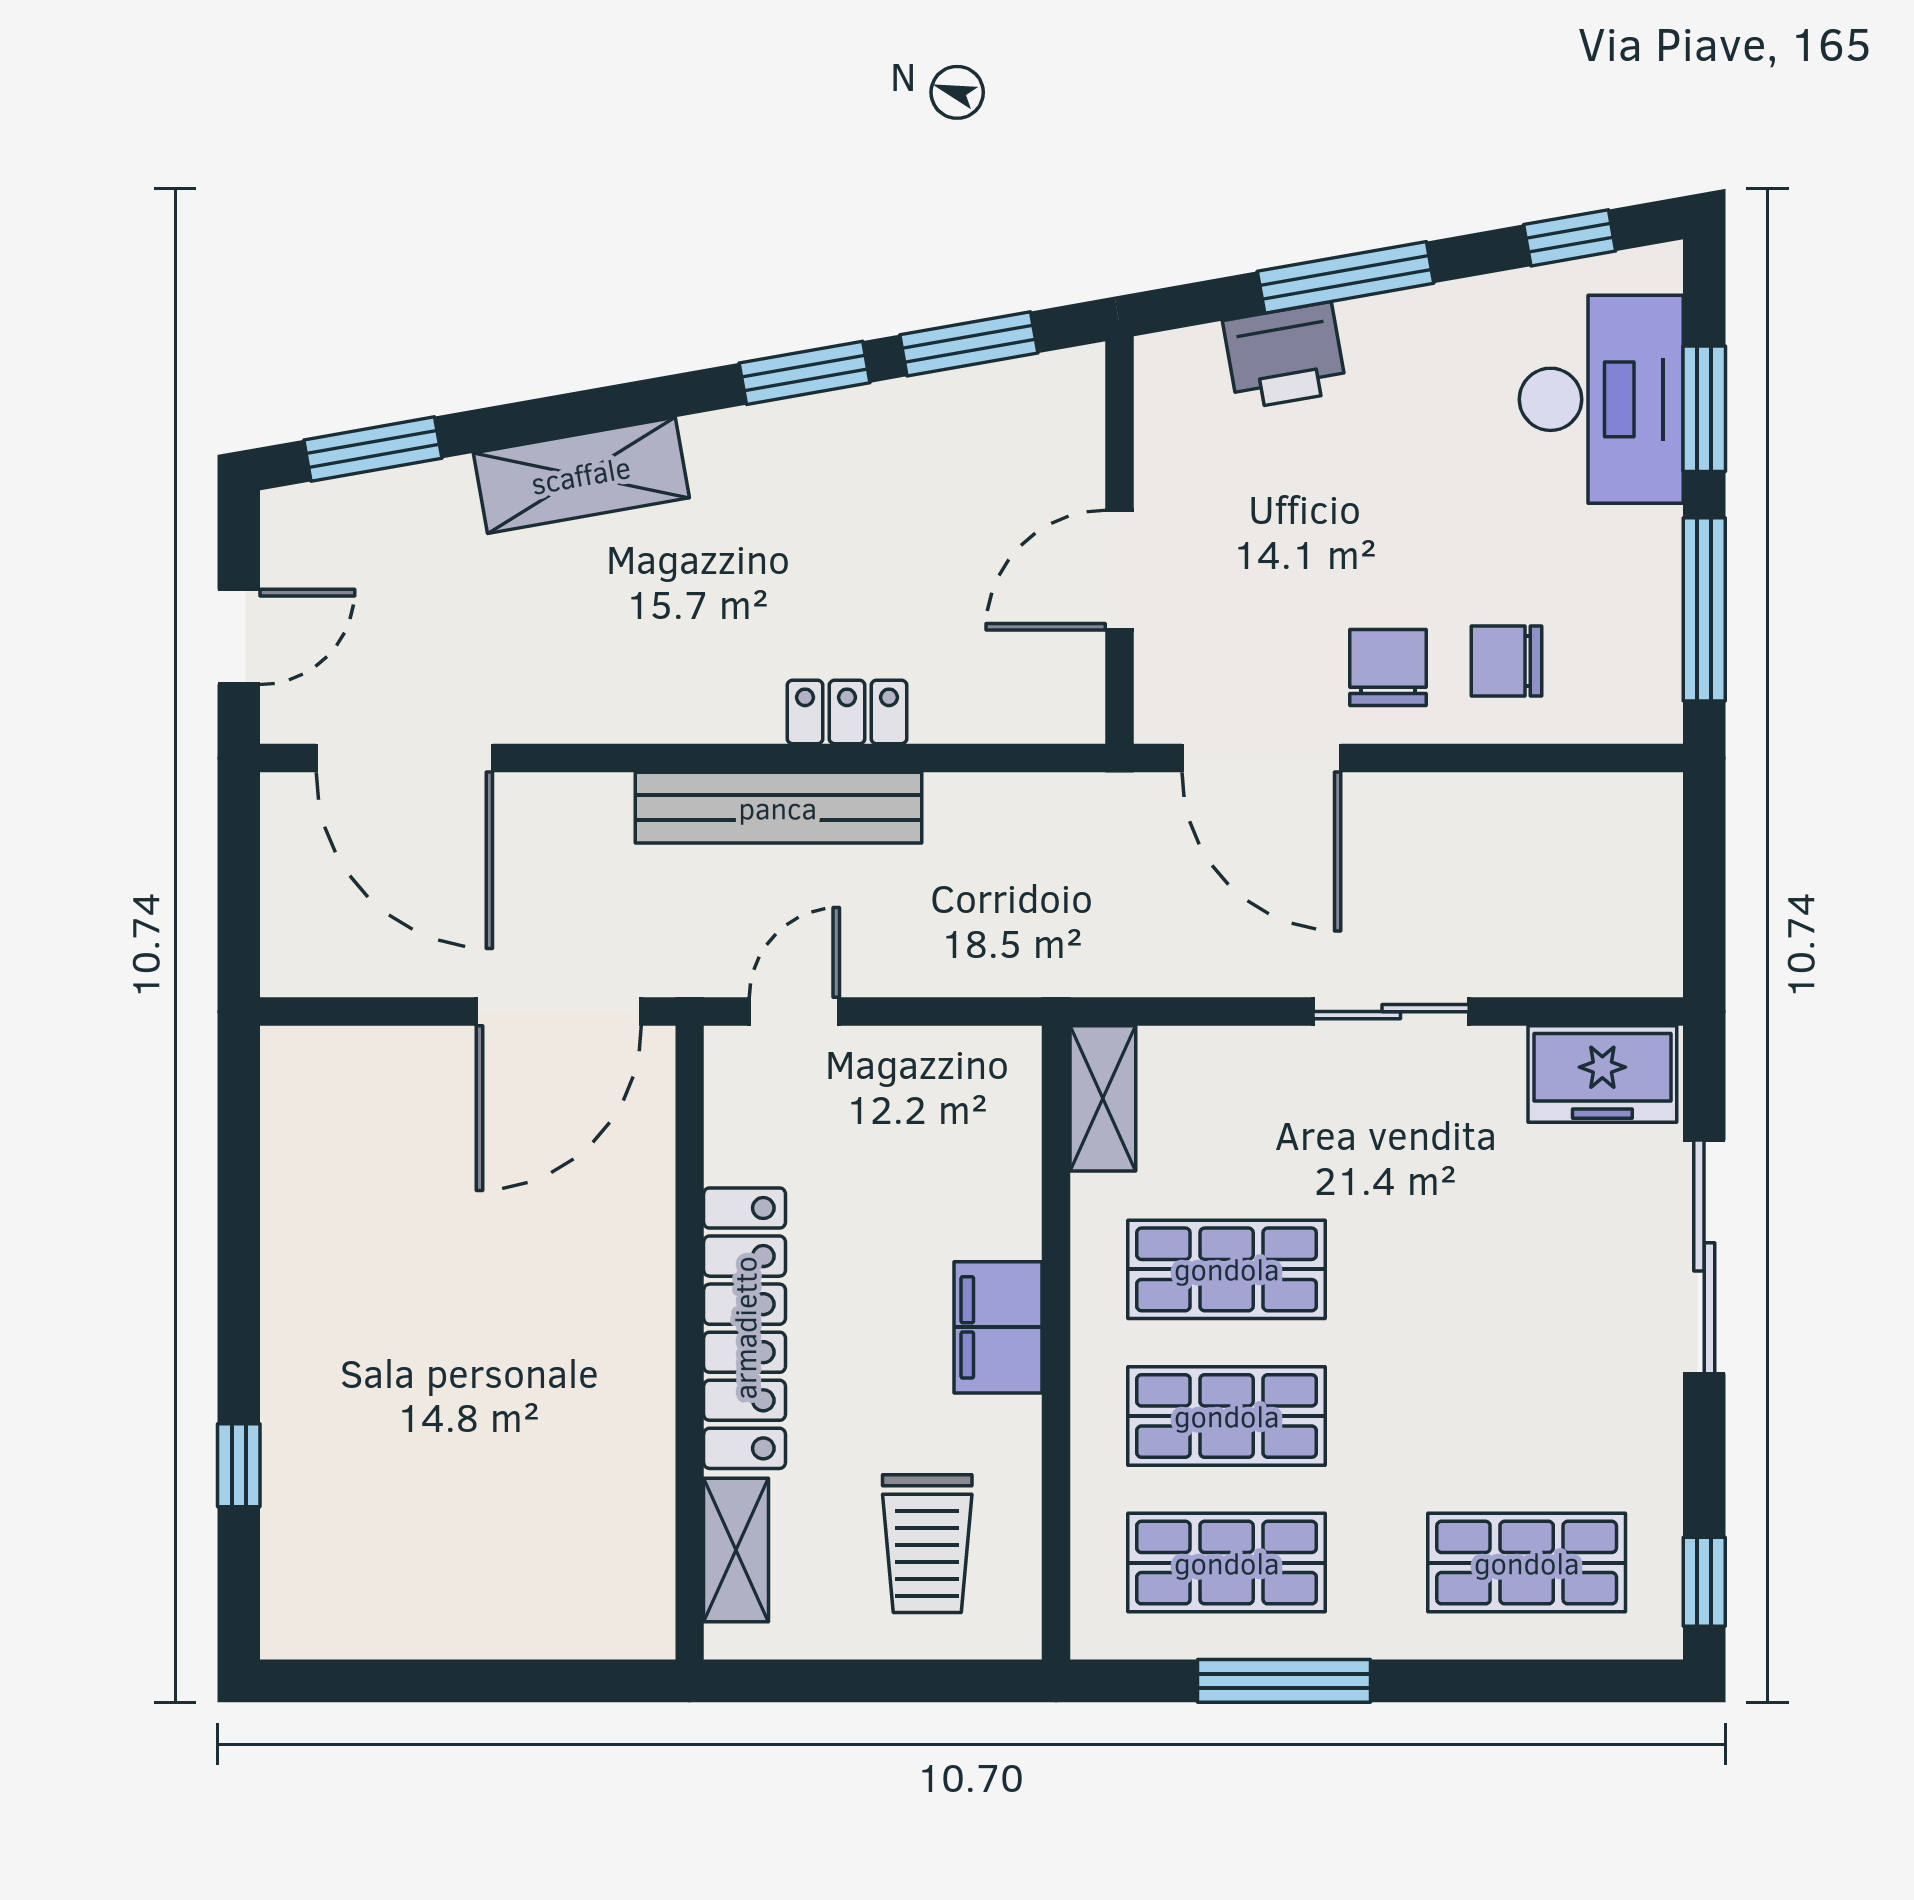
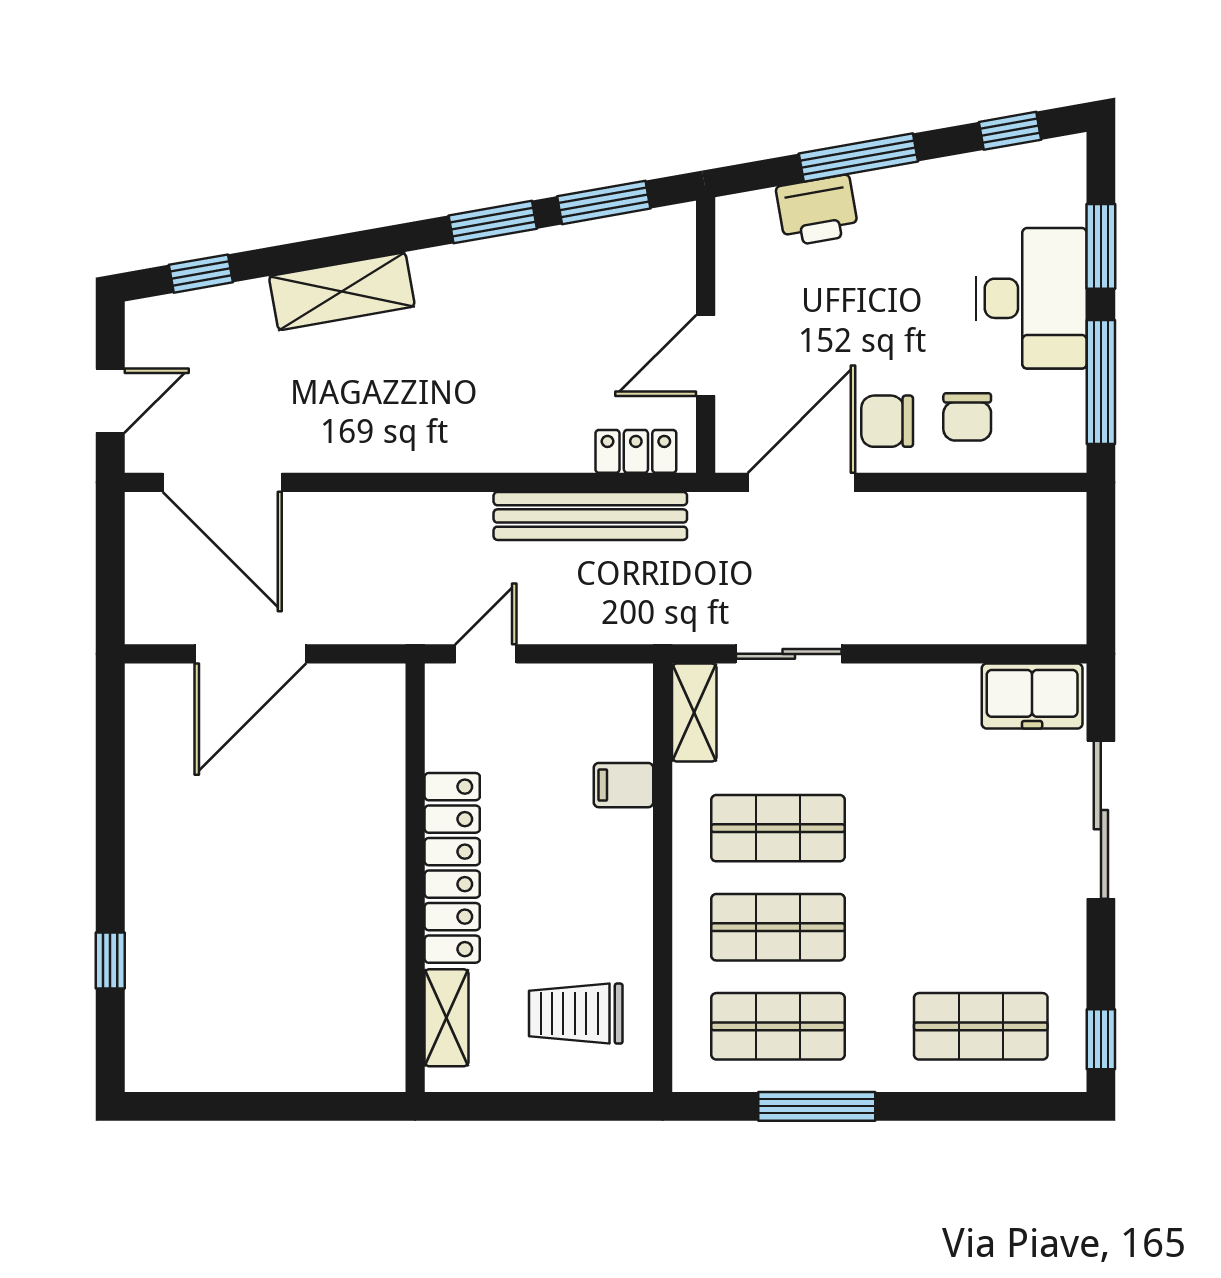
desk: (1601, 399) -> (1031, 298), moved
window: (373, 449) -> (201, 274), width x0.67
chair: (1507, 661) -> (967, 417), turned -90
chair: (1388, 667) -> (887, 421), turned -90
locker: (847, 712) -> (636, 451), moved
door: (1261, 758) -> (801, 482), swing flipped
bench: (778, 808) -> (590, 516), moved
door: (559, 1012) -> (250, 654), moved
sliding door: (1391, 1012) -> (789, 654), moved
filing cabinet: (998, 1327) -> (624, 785), moved, width x0.50
trolley: (927, 1544) -> (576, 1014), turned 90

